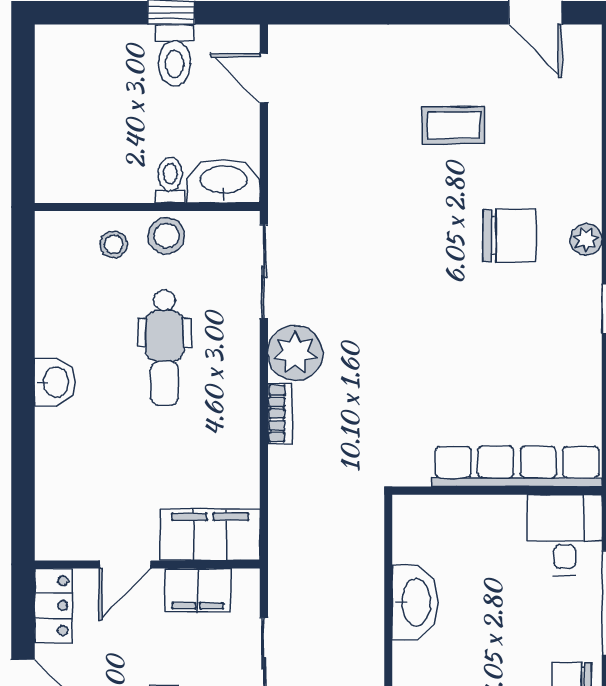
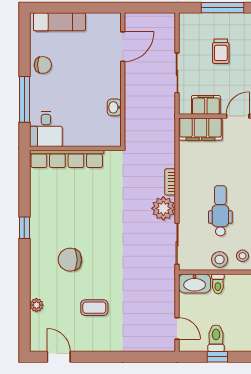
plant: (586, 240) -> (36, 305), moved
washbasin: (415, 602) -> (114, 107), width x0.52, depth x0.69

